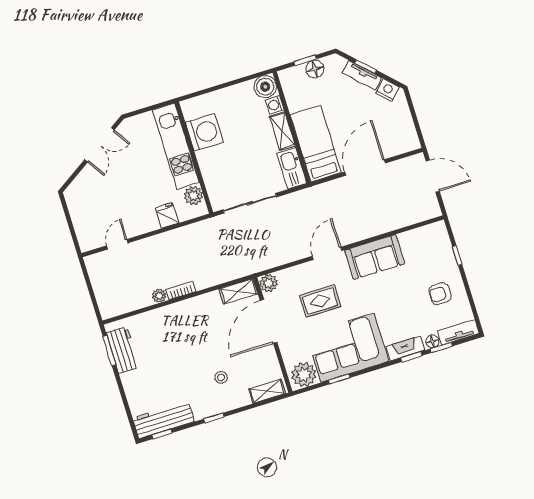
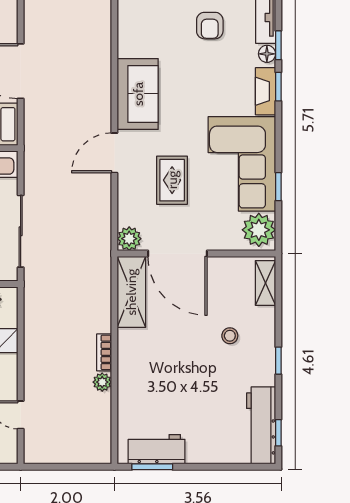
door: (327, 253) -> (114, 153), hinge flipped
shelving: (238, 291) -> (131, 292), width x1.50, depth x1.33

